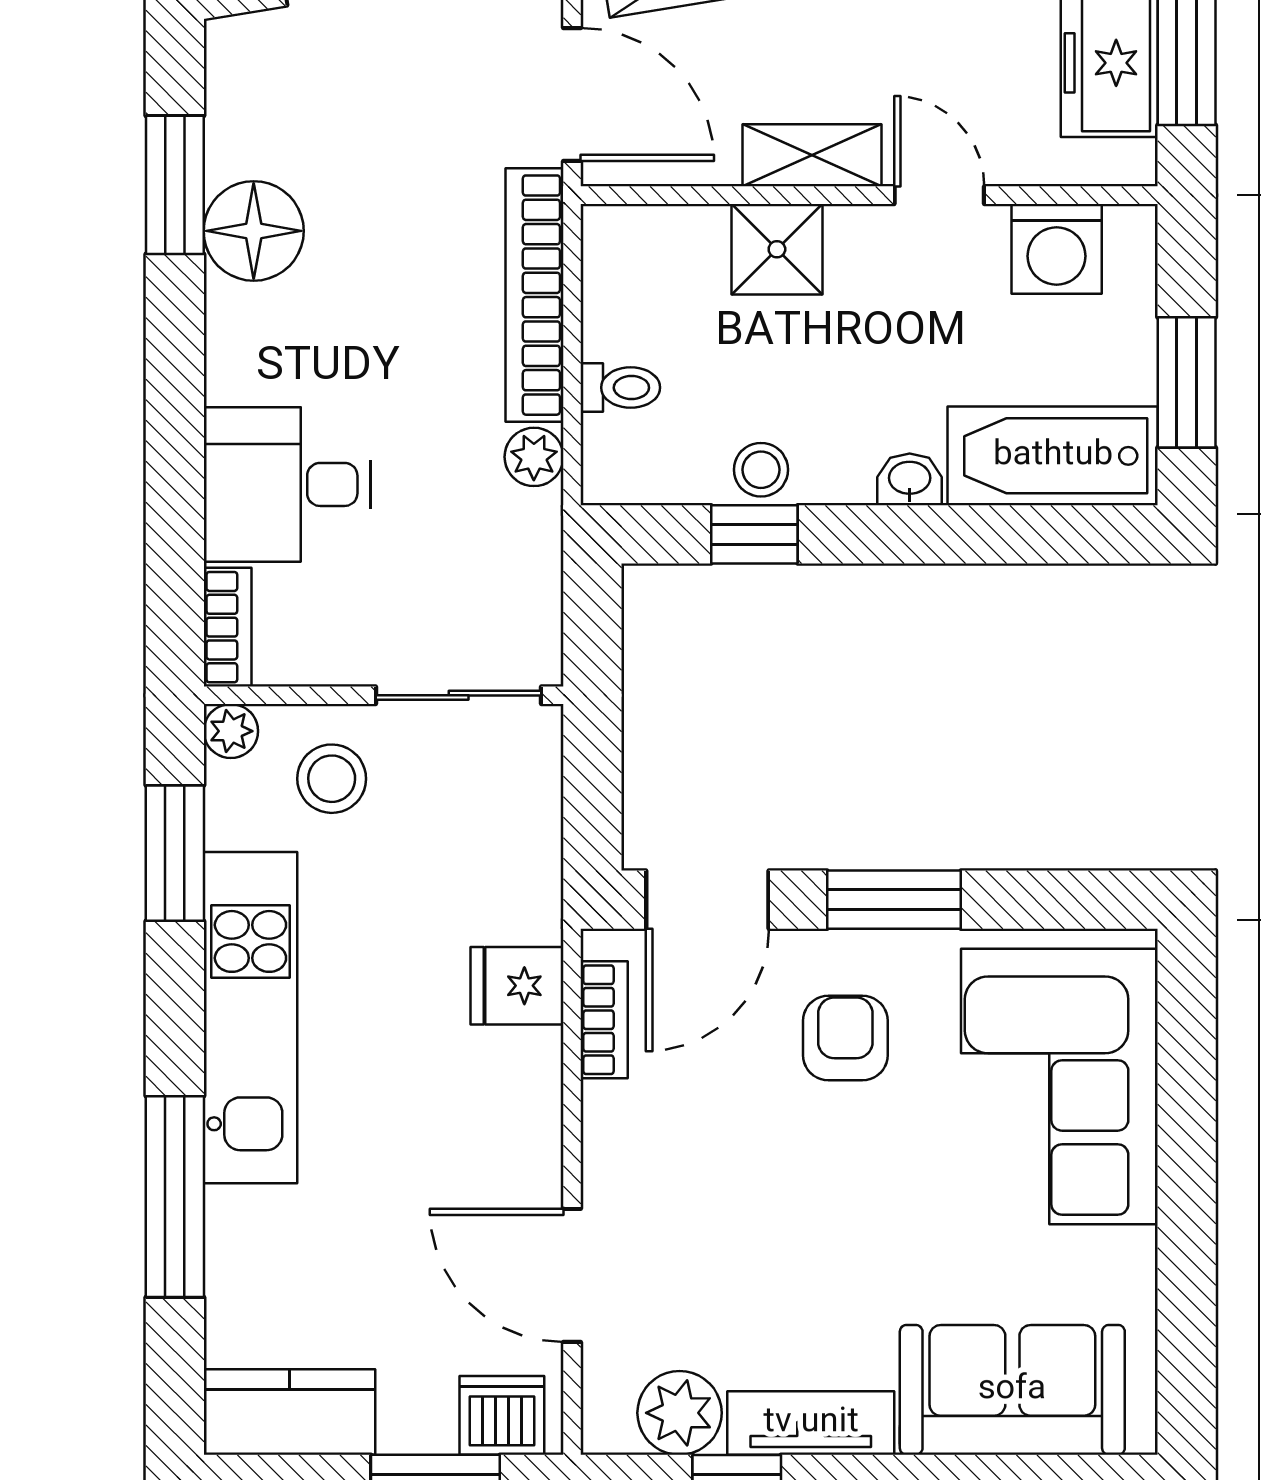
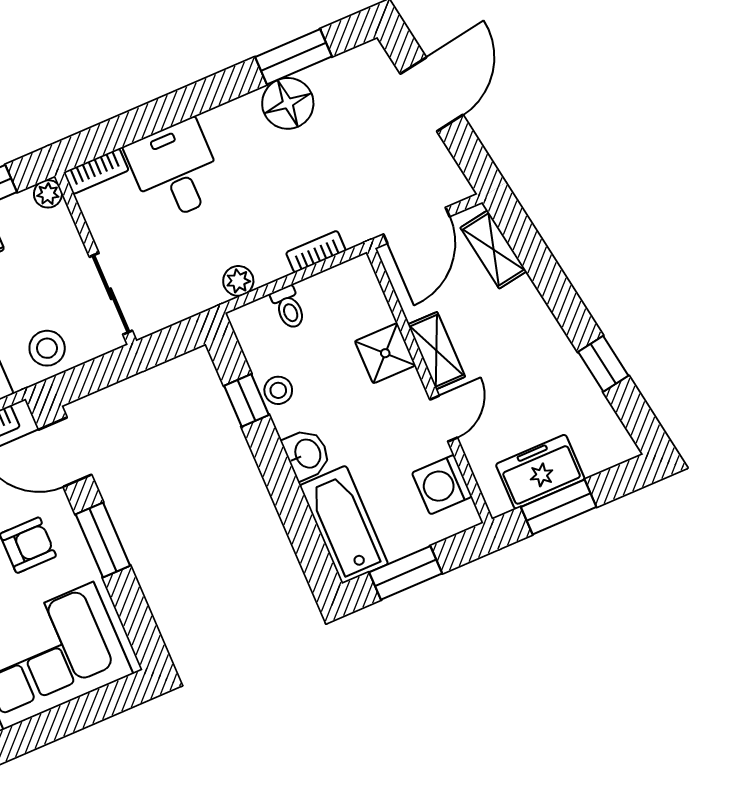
bookcase: (535, 295) -> (316, 252), width x0.43, depth x0.76
washbasin: (910, 479) -> (307, 454), width x1.38, depth x1.45
stool: (332, 779) -> (47, 348), moved

